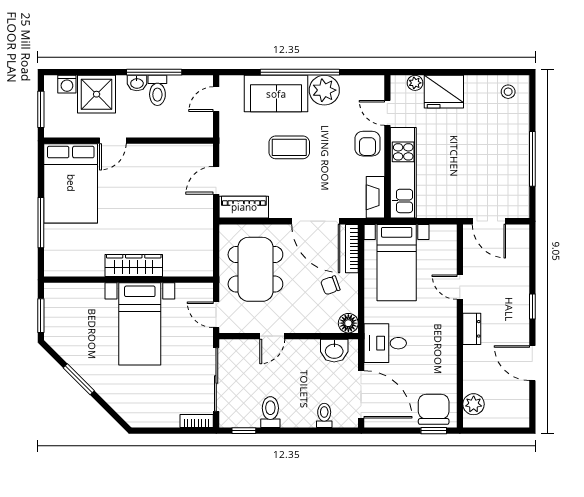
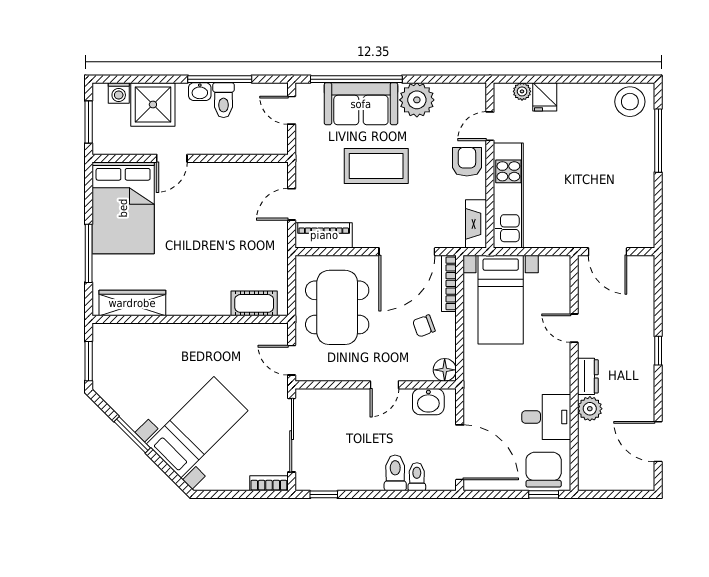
window: (300, 72) -> (356, 79), moved
fridge: (444, 92) -> (545, 97), width x0.53, depth x0.75
stool: (508, 92) -> (630, 102), width x1.89, depth x1.89
door: (216, 99) -> (292, 110), hinge flipped
door: (387, 113) -> (490, 126), hinge flipped
armchair: (367, 144) -> (467, 162), turned 180
coffee table: (289, 147) -> (376, 166), width x1.36, depth x1.32
window: (532, 159) -> (658, 141), moved
door: (316, 221) -> (407, 252), hinge flipped
wardrobe: (134, 266) -> (132, 303), moved
cot: (184, 266) -> (254, 303), added
bed with nightstands: (140, 324) -> (197, 427), moved, turned -135
door: (272, 336) -> (384, 385), moved
desk: (385, 343) -> (546, 417), moved, turned 180
door: (532, 363) -> (658, 442), moved
plant: (474, 404) -> (590, 409), moved
toilet: (270, 412) -> (395, 473), moved

